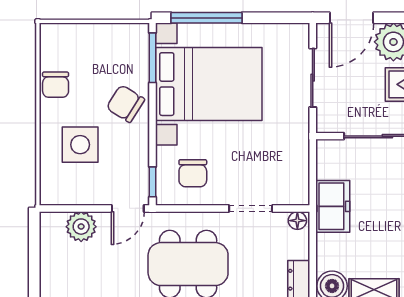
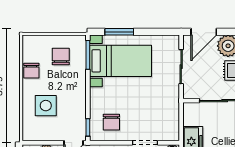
window: (207, 18) -> (119, 32), width x0.69
bed with nightstands: (209, 84) -> (121, 61), width x0.73
chair: (125, 104) -> (61, 57), moved, turned 58

